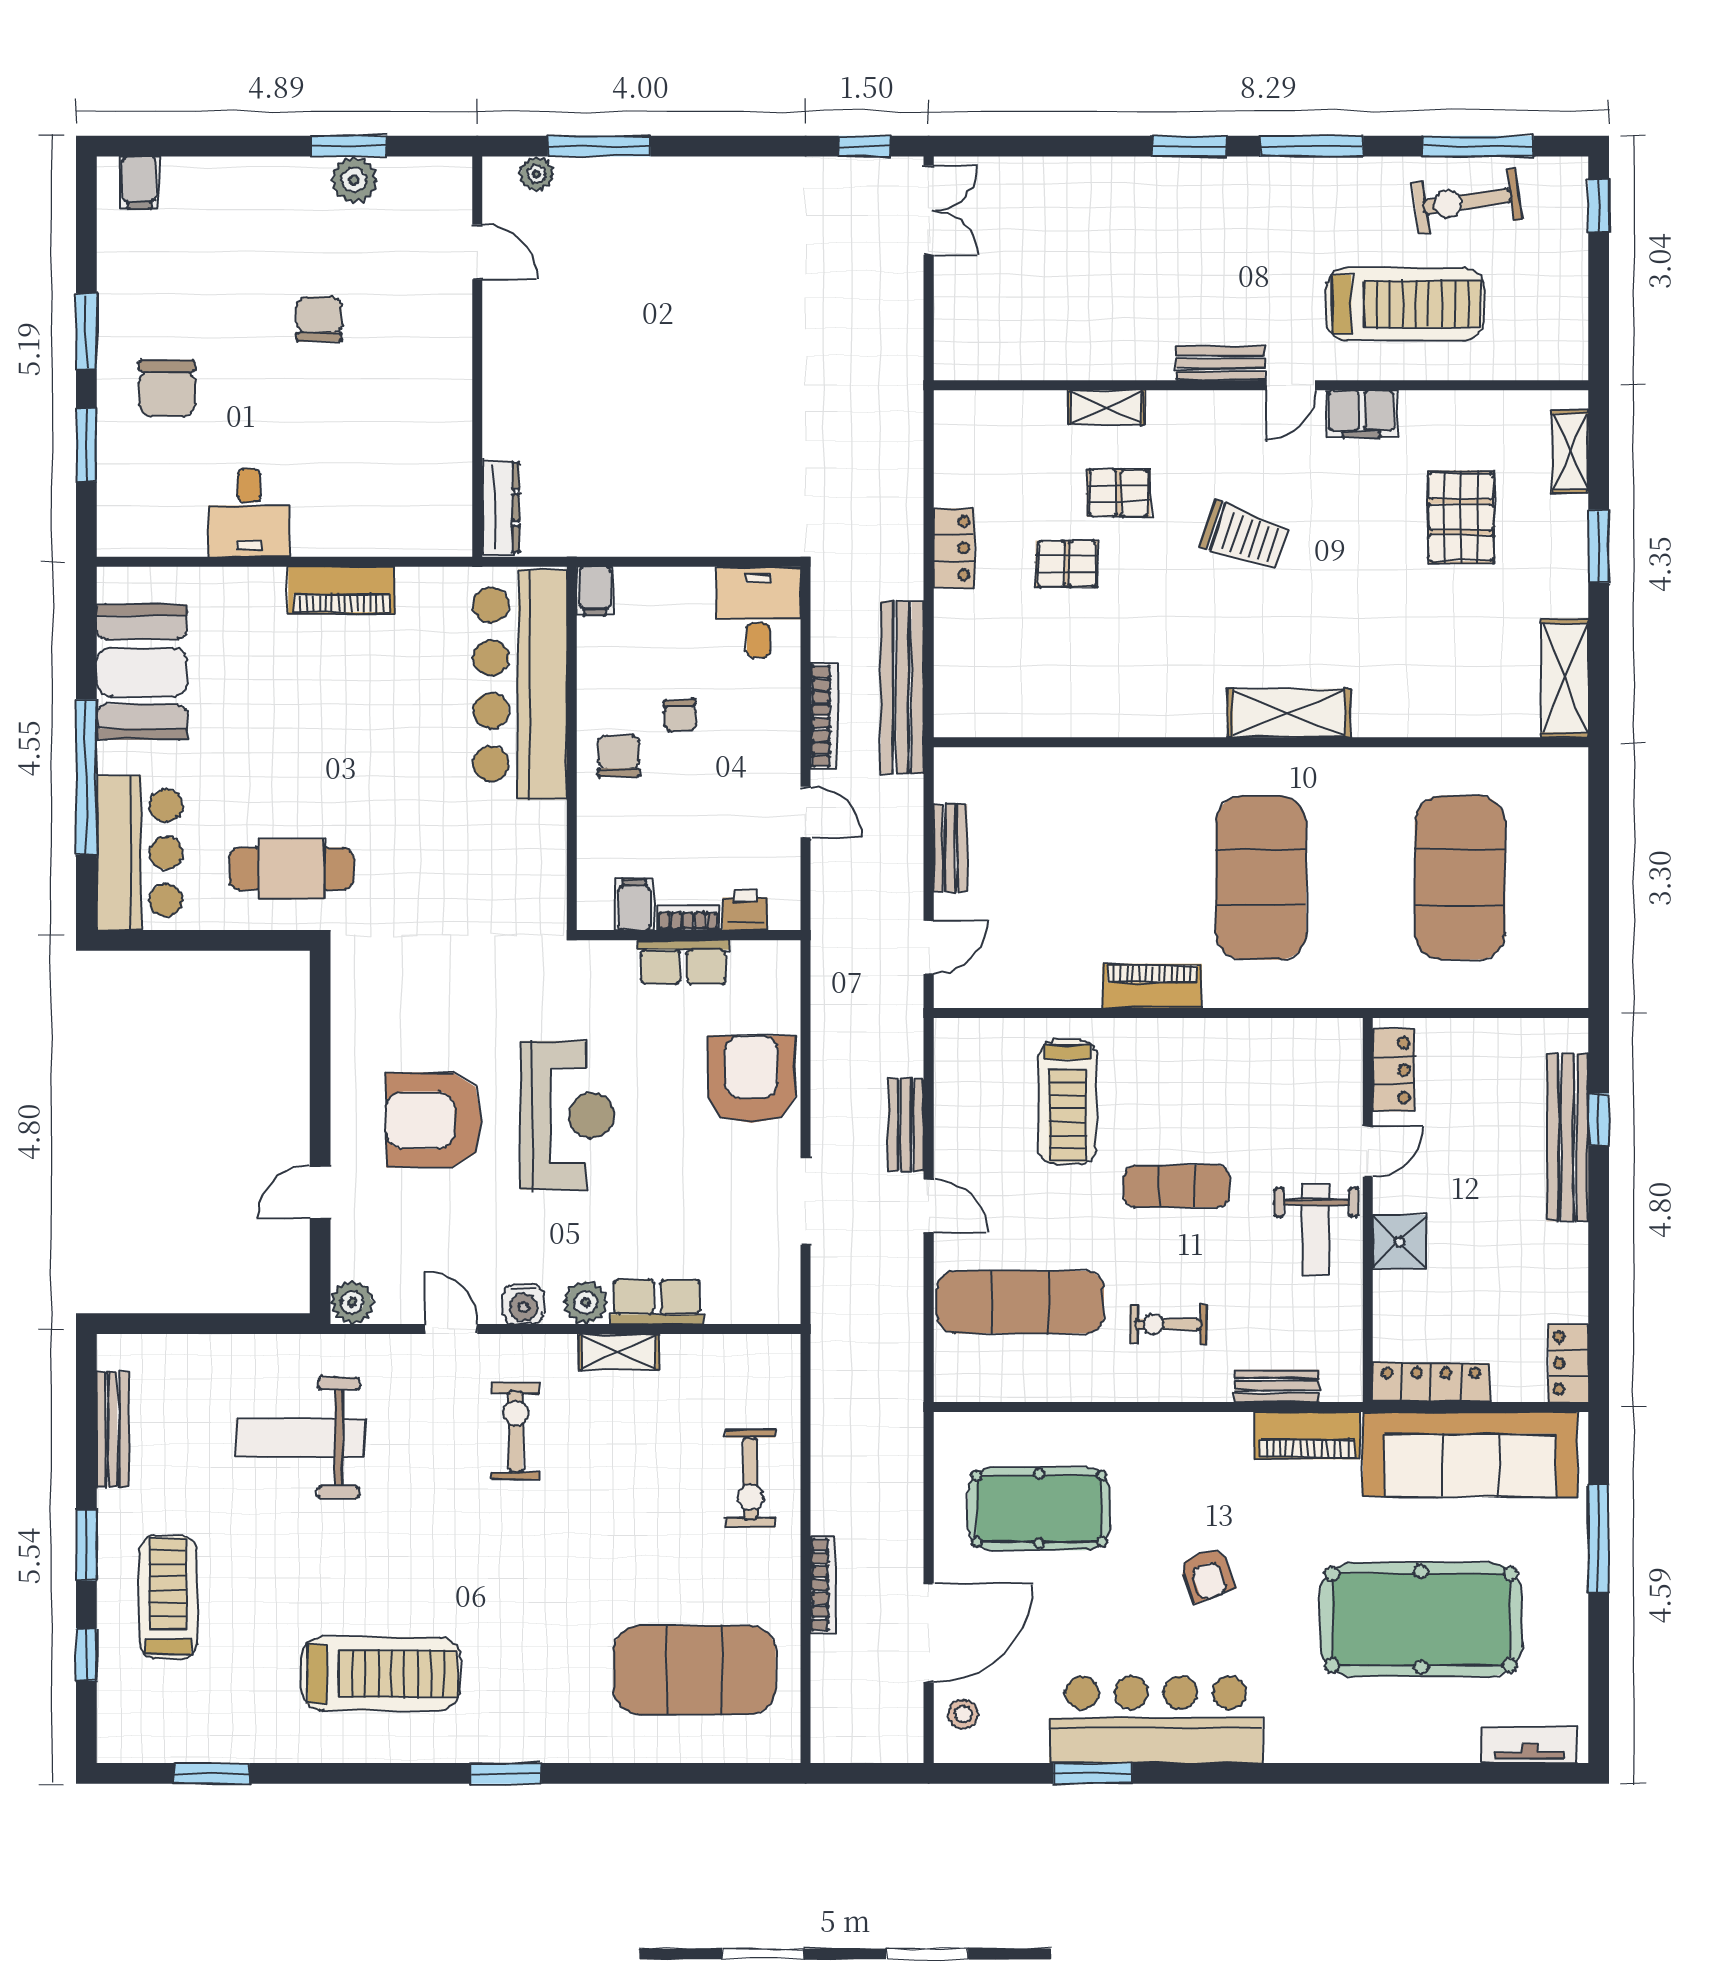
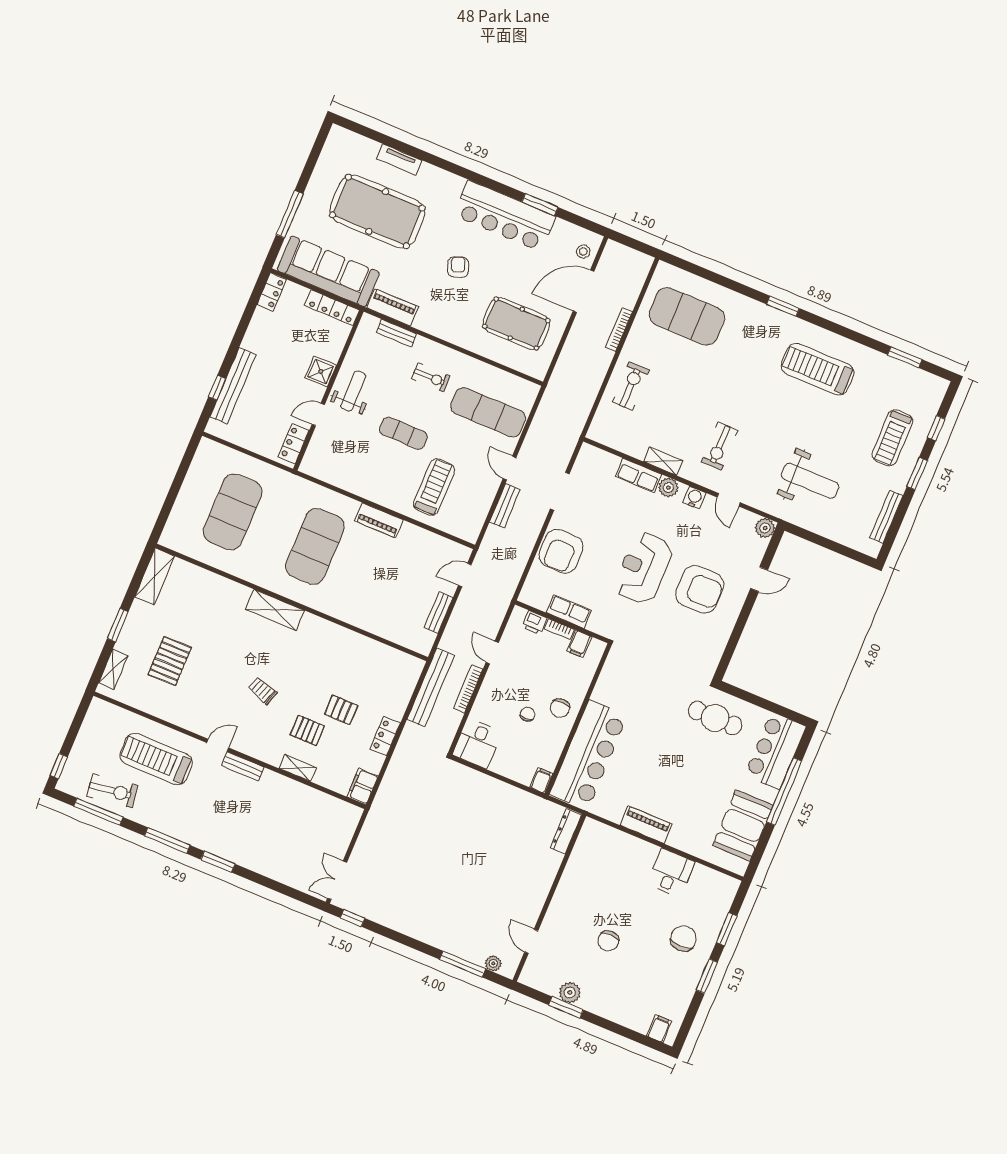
filing cabinet: (1361, 414) -> (363, 786), moved, turned -90
trolley: (1245, 536) -> (263, 691), width x0.73, depth x0.72
tv unit: (1529, 1745) -> (399, 160), moved

